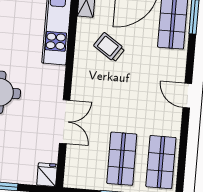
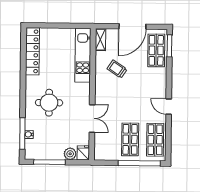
door: (187, 96) -> (169, 107), moved
plant: (26, 175) -> (70, 154), added

